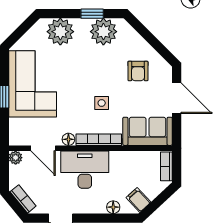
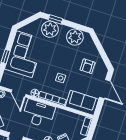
window: (92, 14) -> (55, 19), moved

